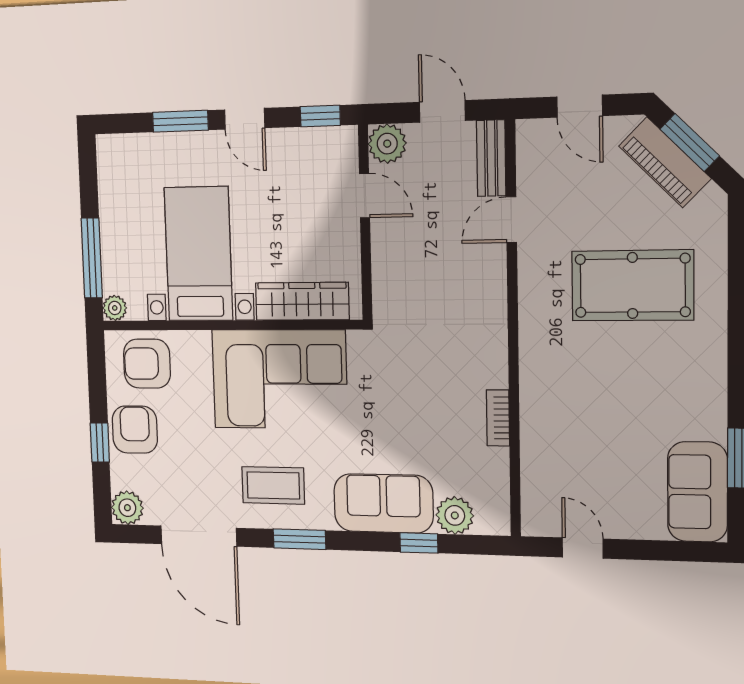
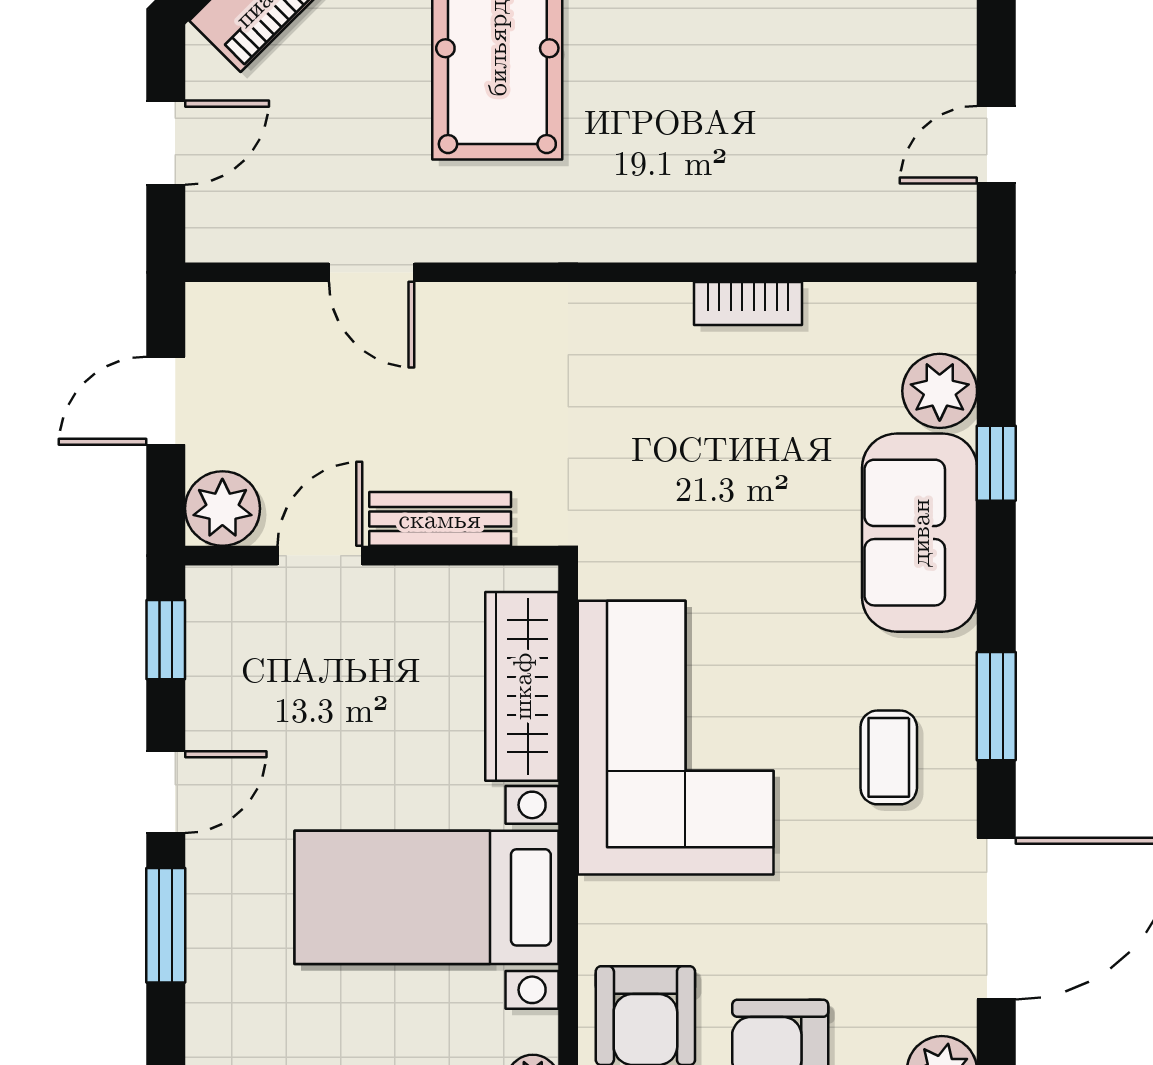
bench: (491, 158) -> (440, 519), moved
coffee table: (273, 485) -> (889, 757), width x0.73, depth x0.77

